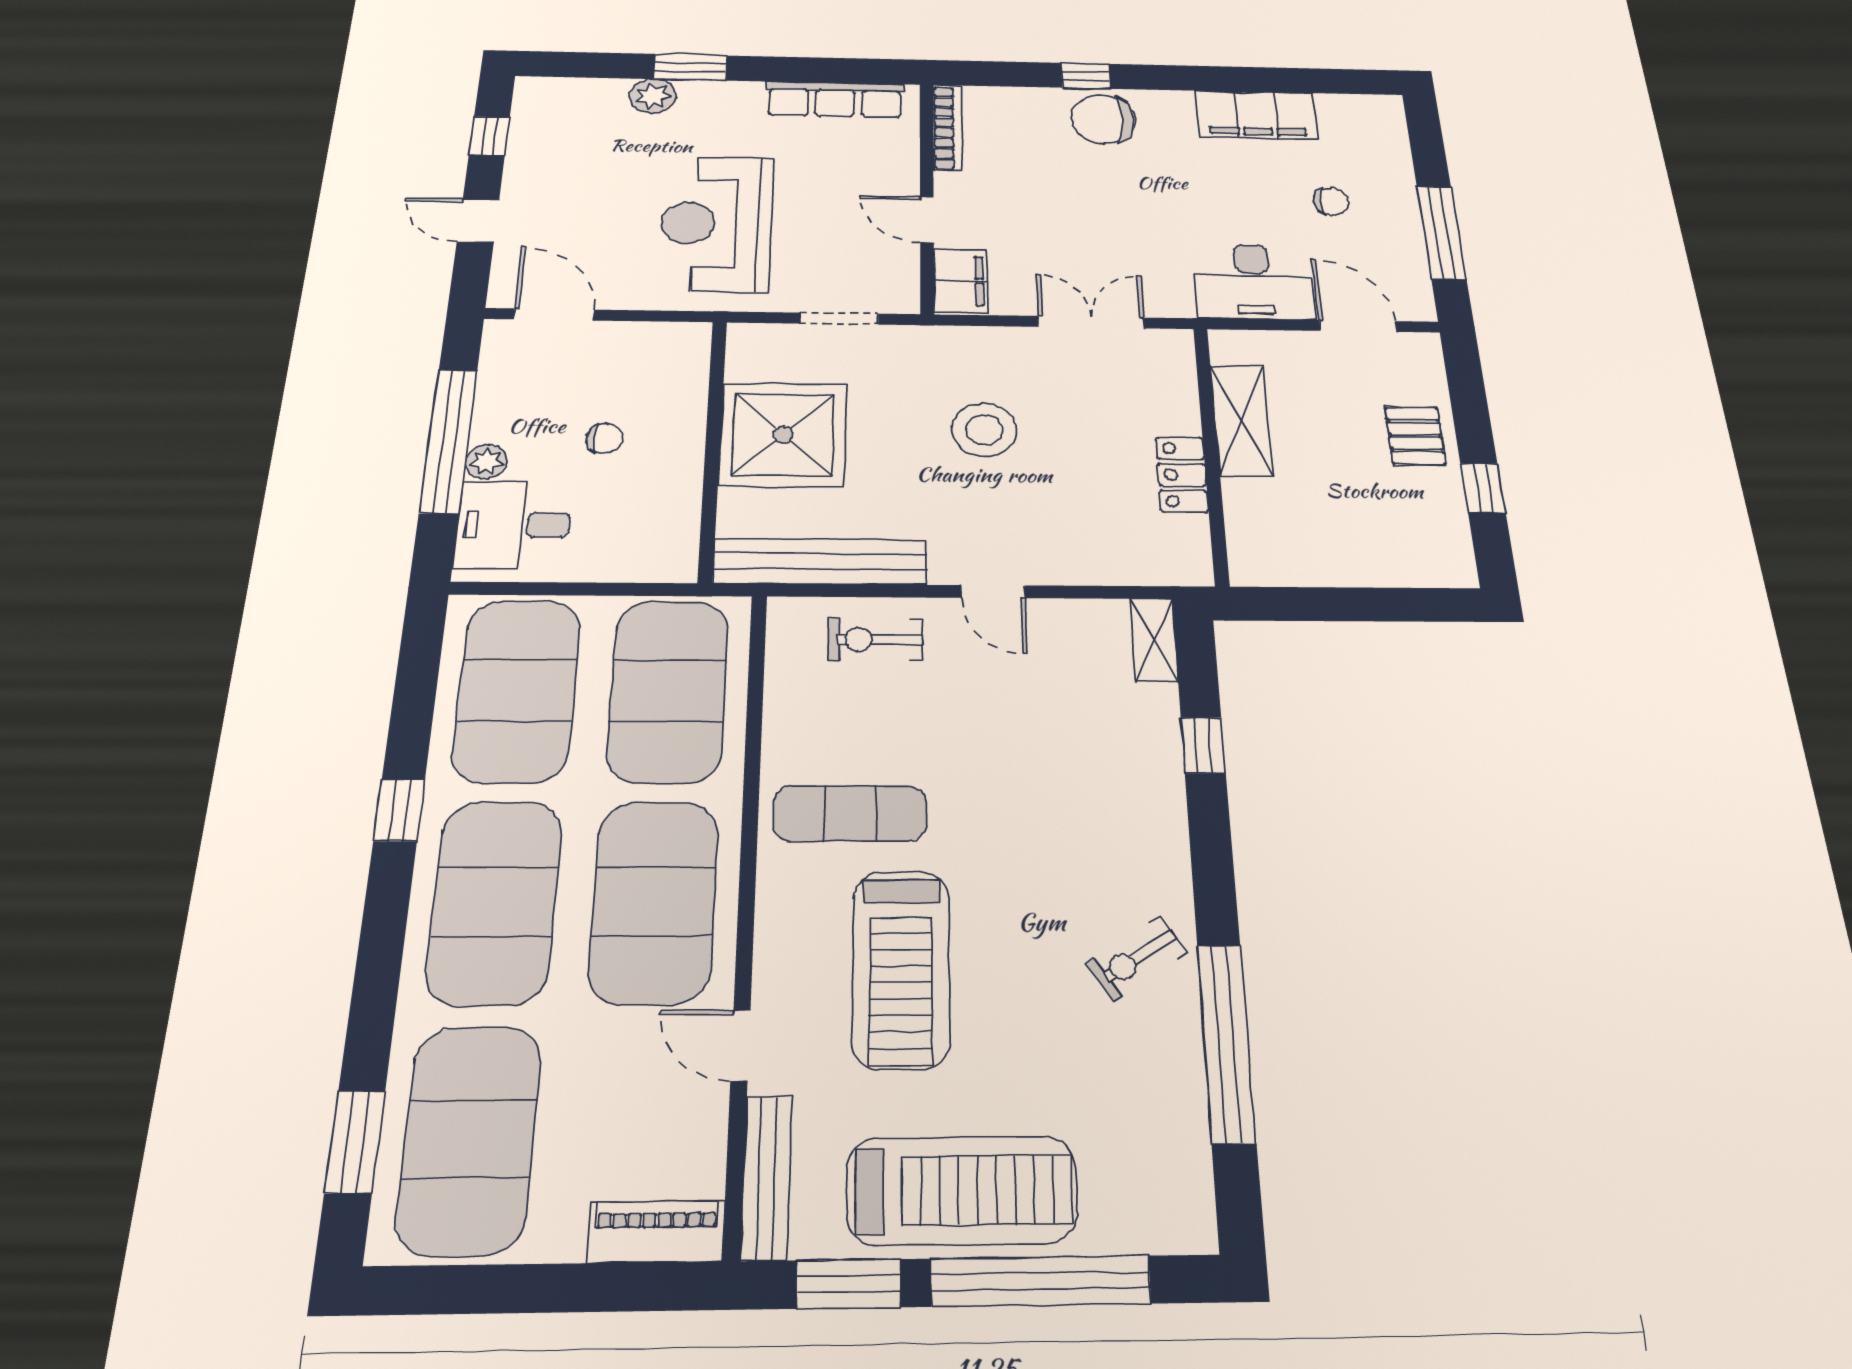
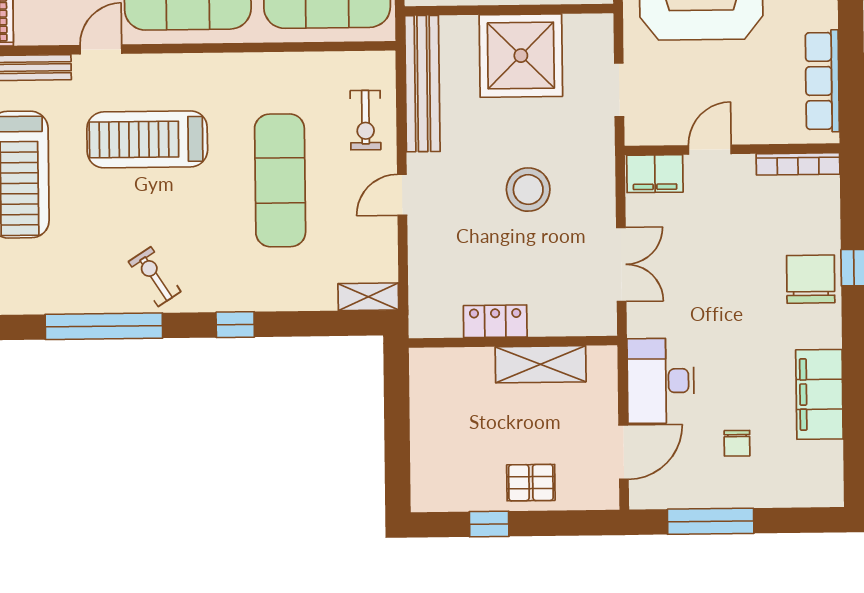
exercise bike: (875, 639) -> (365, 120), turned 180
window: (1203, 745) -> (235, 325), moved
exercise mat: (850, 813) -> (280, 180), moved, width x1.36, depth x1.45

